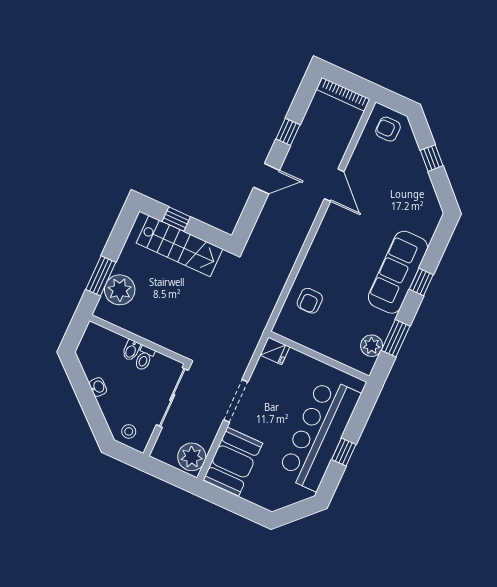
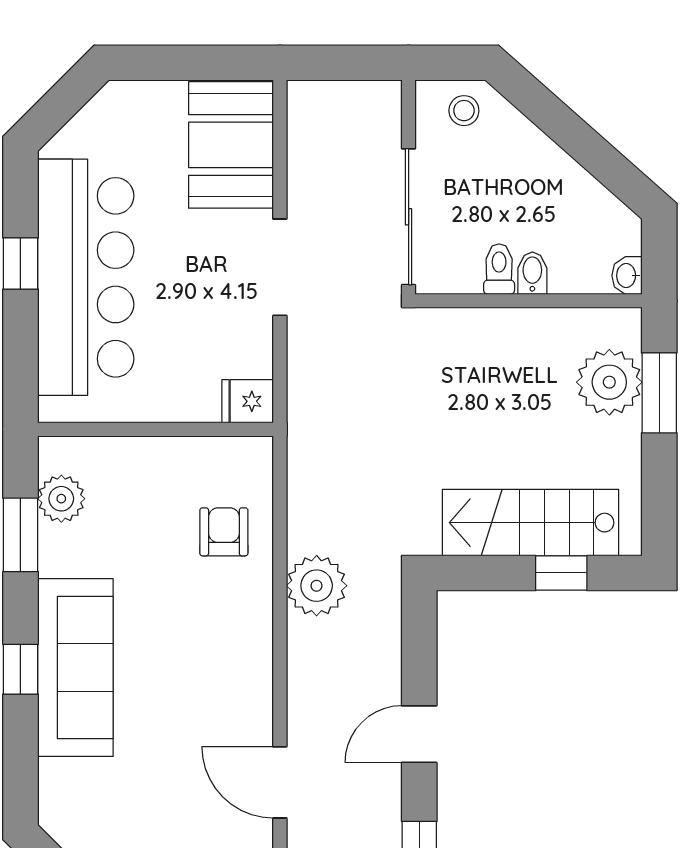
washbasin: (98, 387) -> (627, 276), moved, turned 48
plant: (192, 457) -> (317, 586), moved

